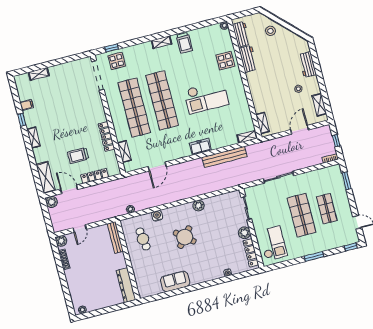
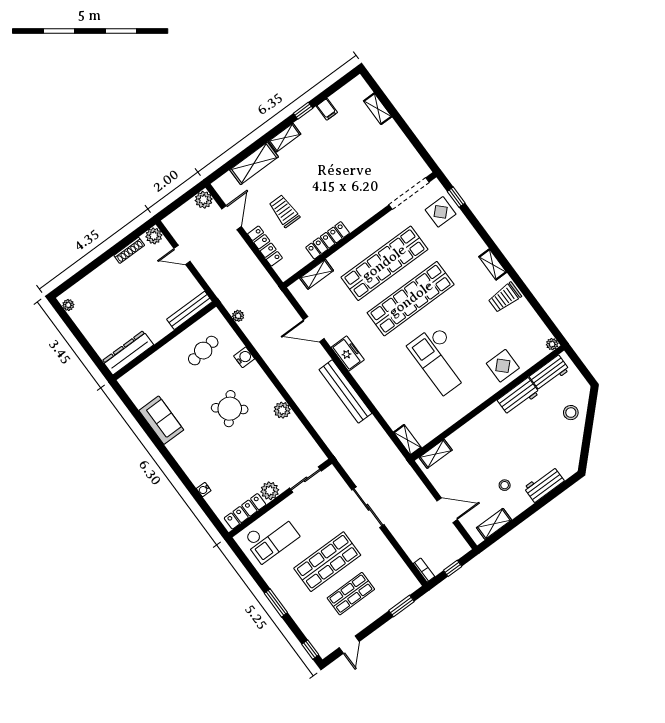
freezer: (200, 147) -> (348, 354), moved
bench: (224, 157) -> (345, 391), moved
shelving: (46, 177) -> (254, 163), moved

